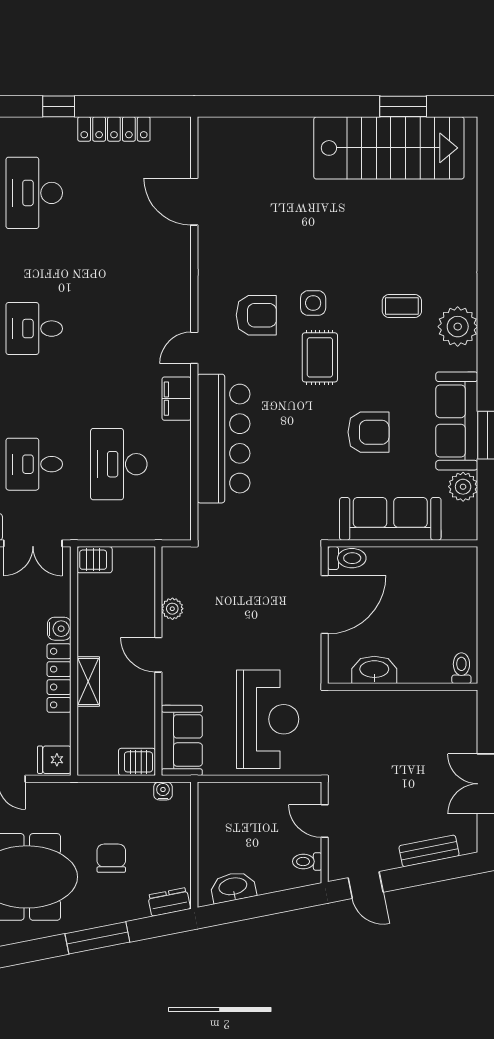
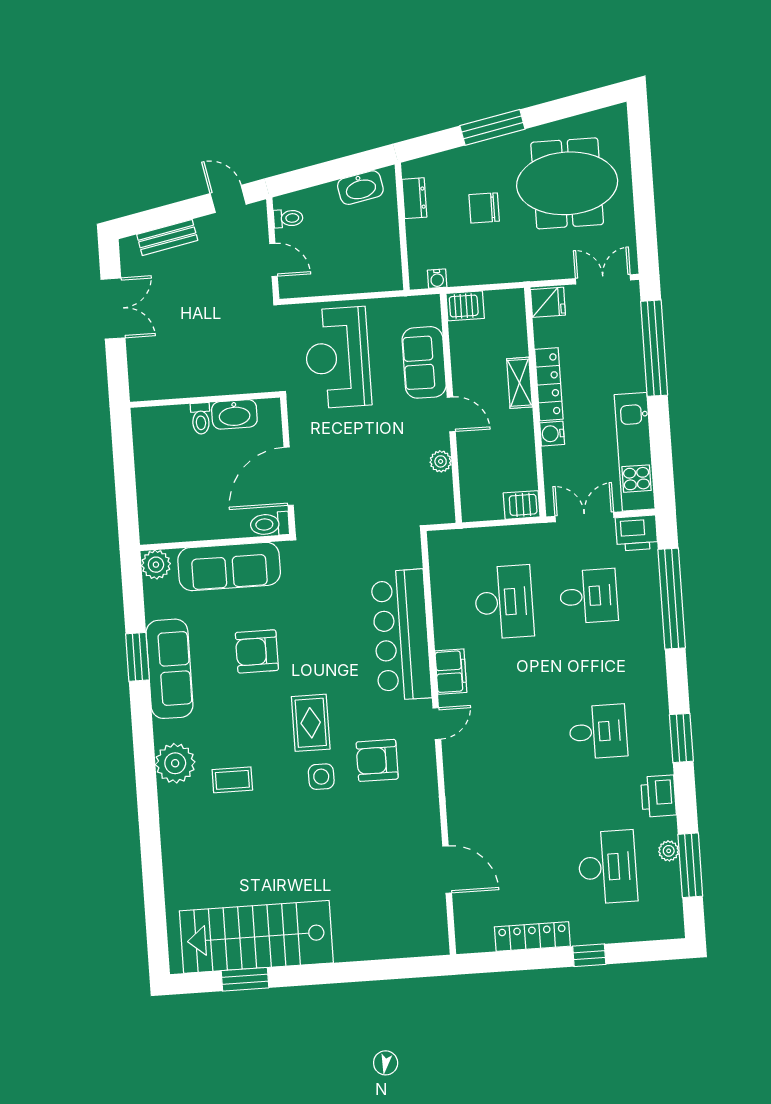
plant: (463, 487) -> (156, 565), moved
toilet: (461, 668) -> (201, 419), moved
sofa: (182, 740) -> (424, 362), moved
chair: (111, 858) -> (484, 208), turned 90
dresser: (169, 902) -> (414, 198), moved, turned -79

